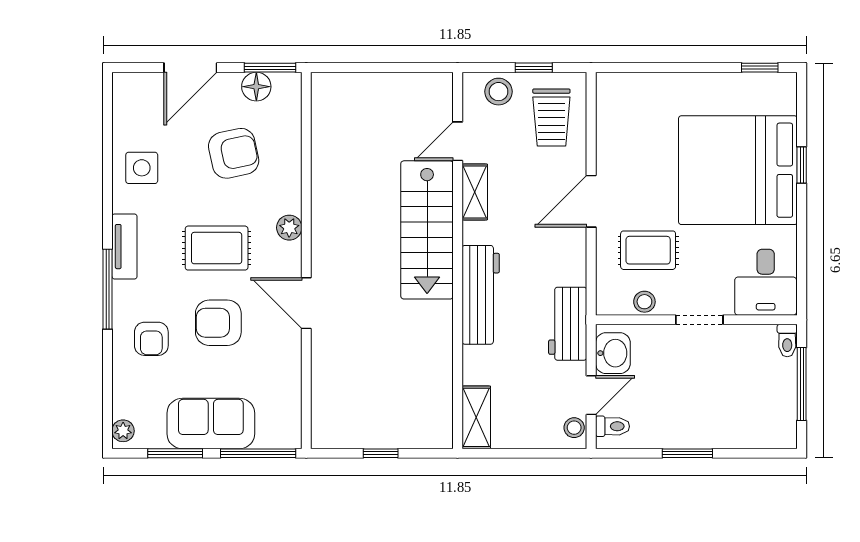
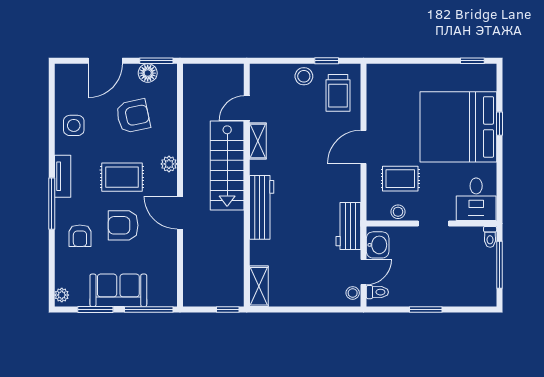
door: (458, 141) -> (247, 108), moved
shelving: (475, 192) -> (258, 141), moved
stairs: (427, 230) -> (227, 165), moved
wall: (458, 260) -> (247, 185), moved
workbench: (481, 295) -> (262, 207), moved
shelving: (476, 417) -> (259, 286), moved

